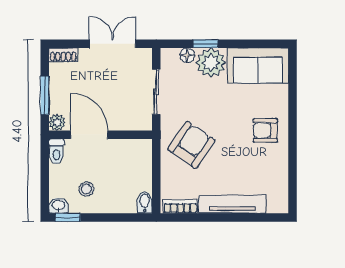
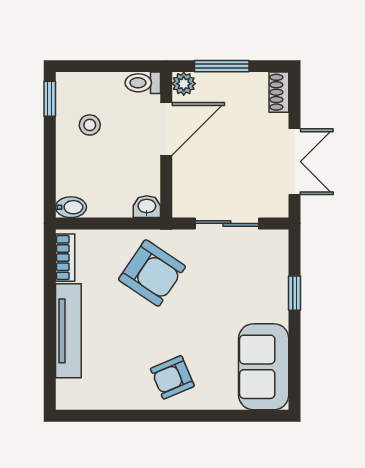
floor lamp: (187, 55) -> (278, 267), removed
plant: (211, 63) -> (268, 301), removed
armchair: (265, 130) -> (172, 377), turned -113
washbasin: (58, 205) -> (147, 207), moved, turned -90

